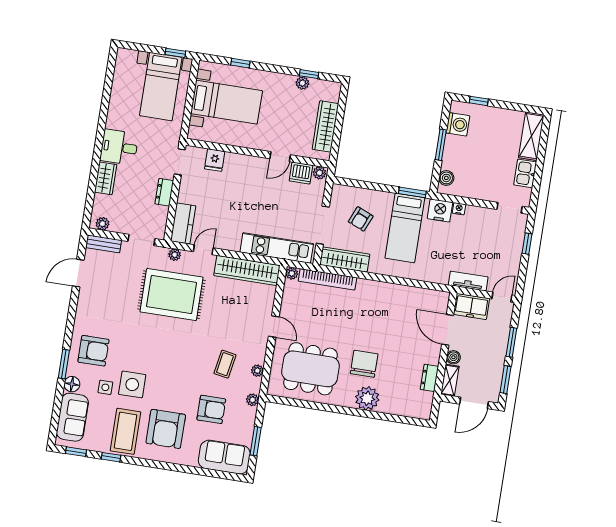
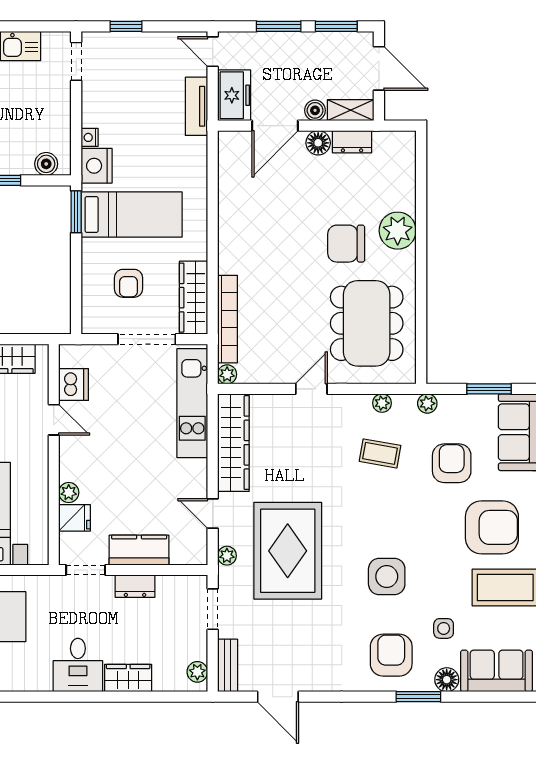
plant: (319, 173) -> (69, 492), moved
armchair: (361, 219) -> (129, 283), turned 67
kitchen counter: (183, 223) -> (139, 550), moved
floor lamp: (432, 356) -> (318, 143), added
side table: (132, 384) -> (387, 577), moved

